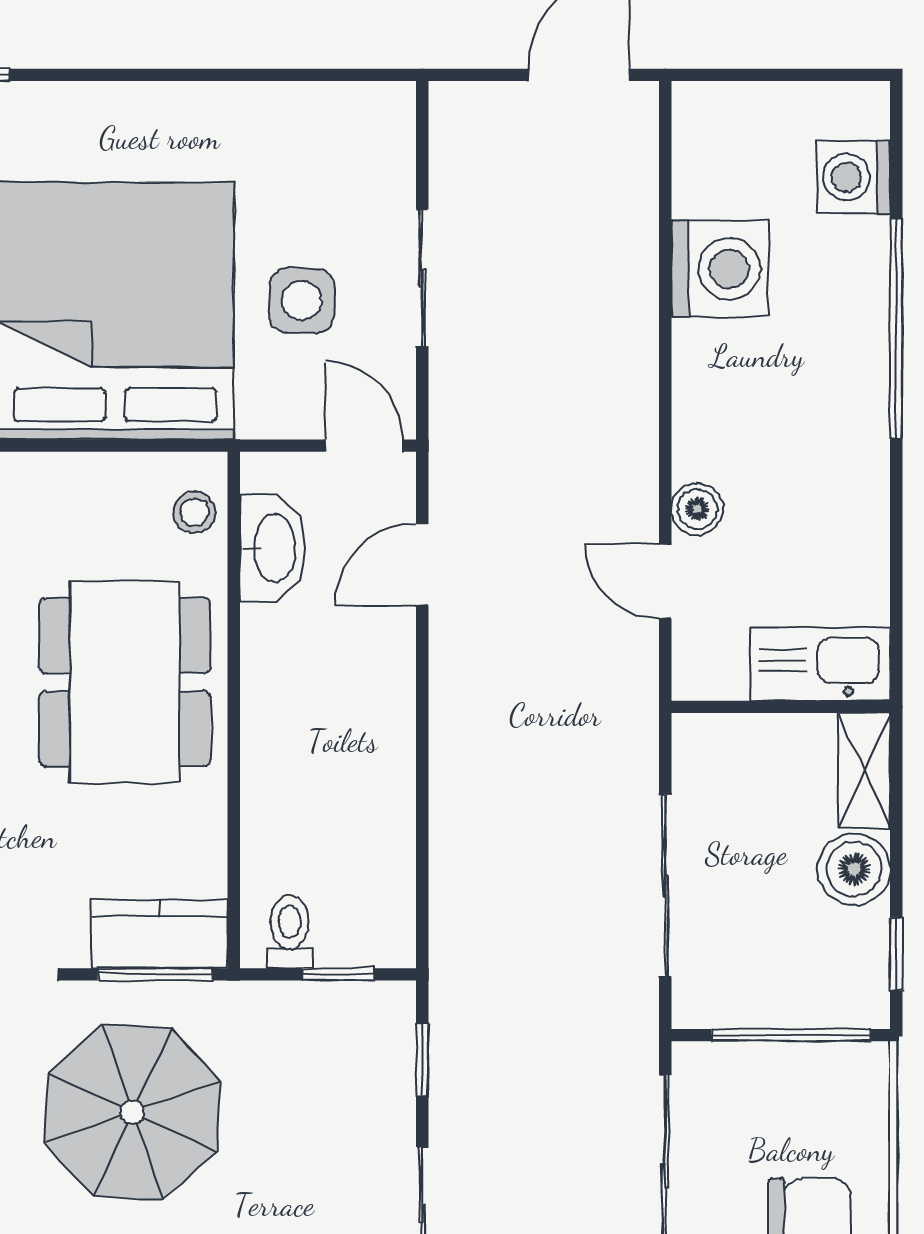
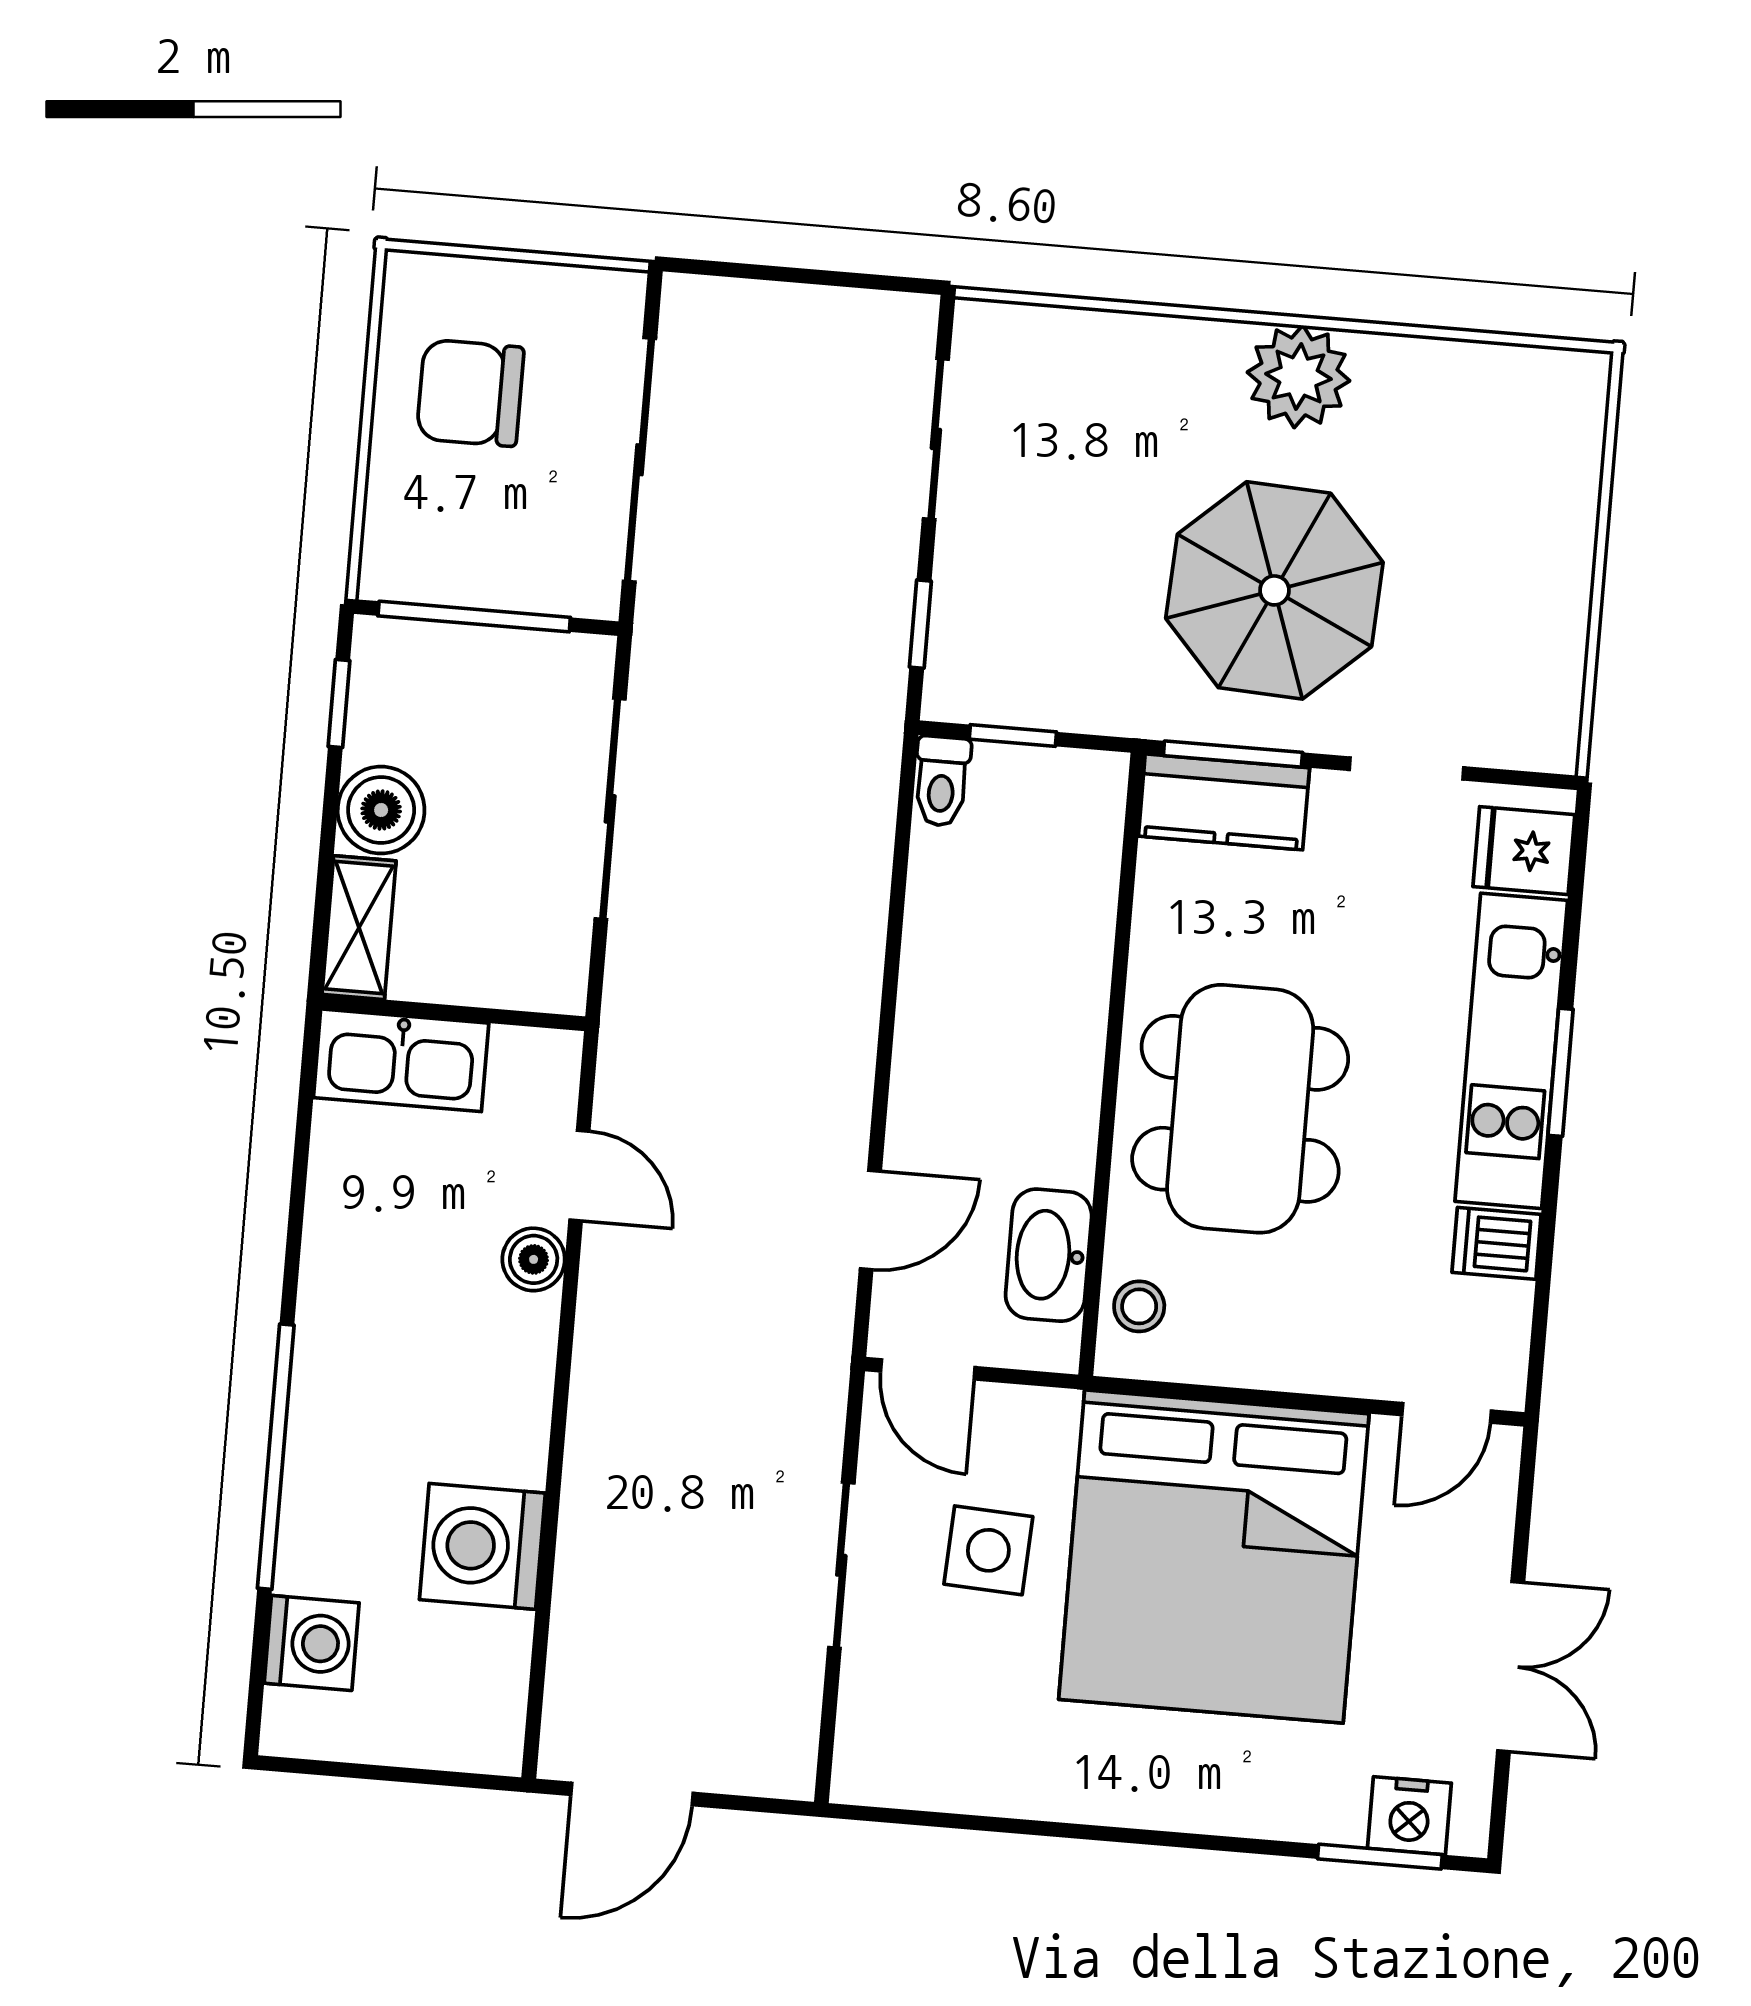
toilet: (290, 932) -> (942, 781), moved

